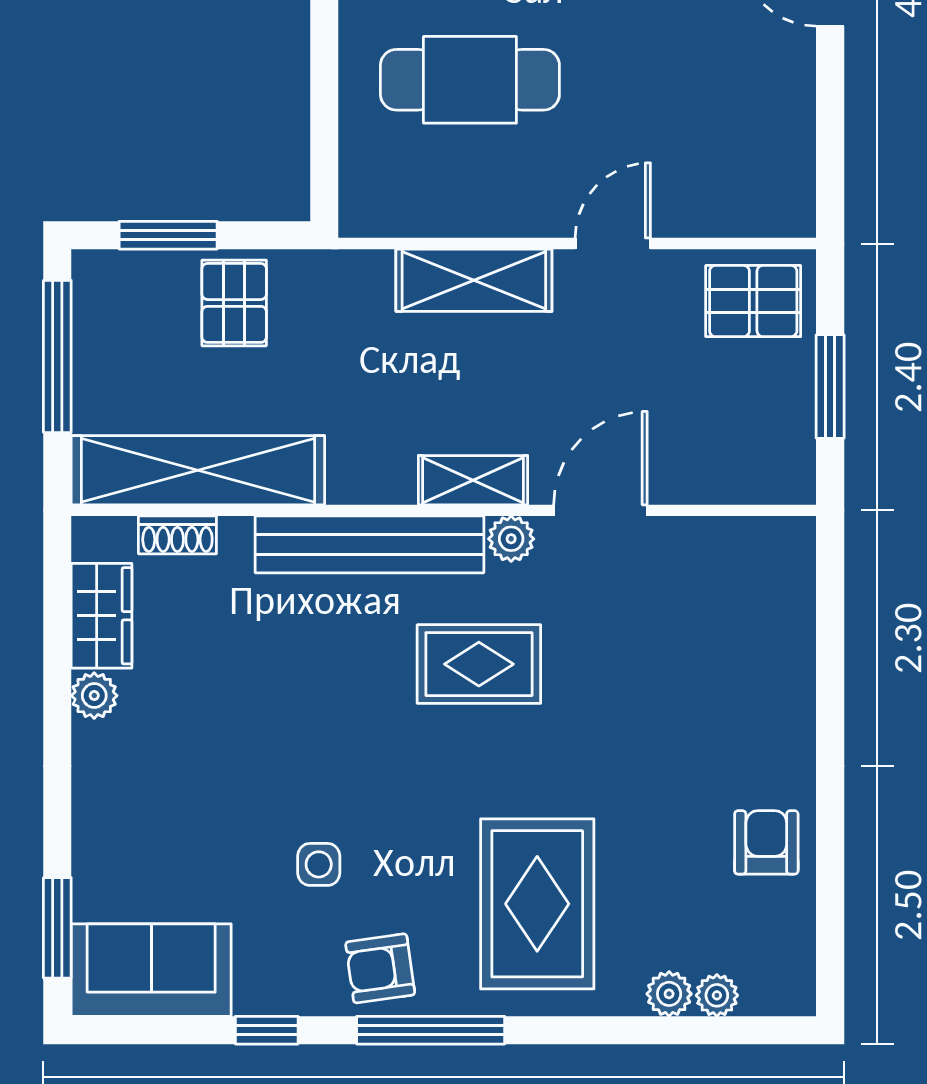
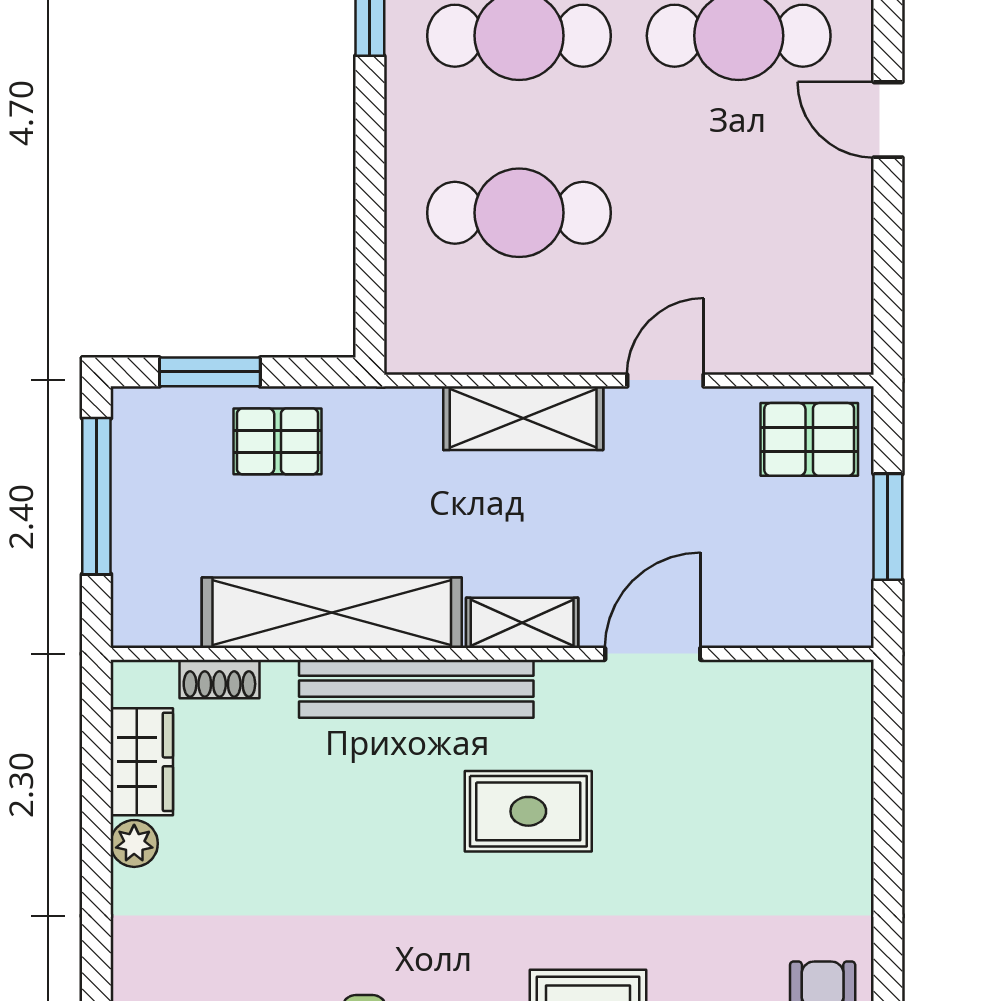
pallet: (234, 303) -> (278, 441), turned 90
shelving: (198, 470) -> (332, 613), moved
plant: (511, 539) -> (561, 683), removed

